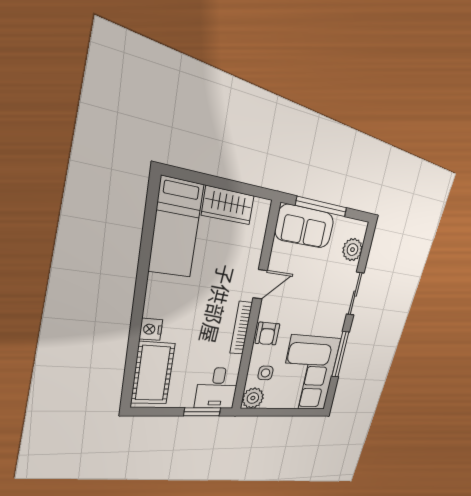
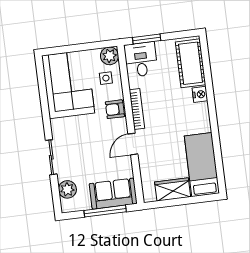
armchair: (267, 334) -> (115, 109), turned -90
window: (340, 354) -> (45, 106), removed

